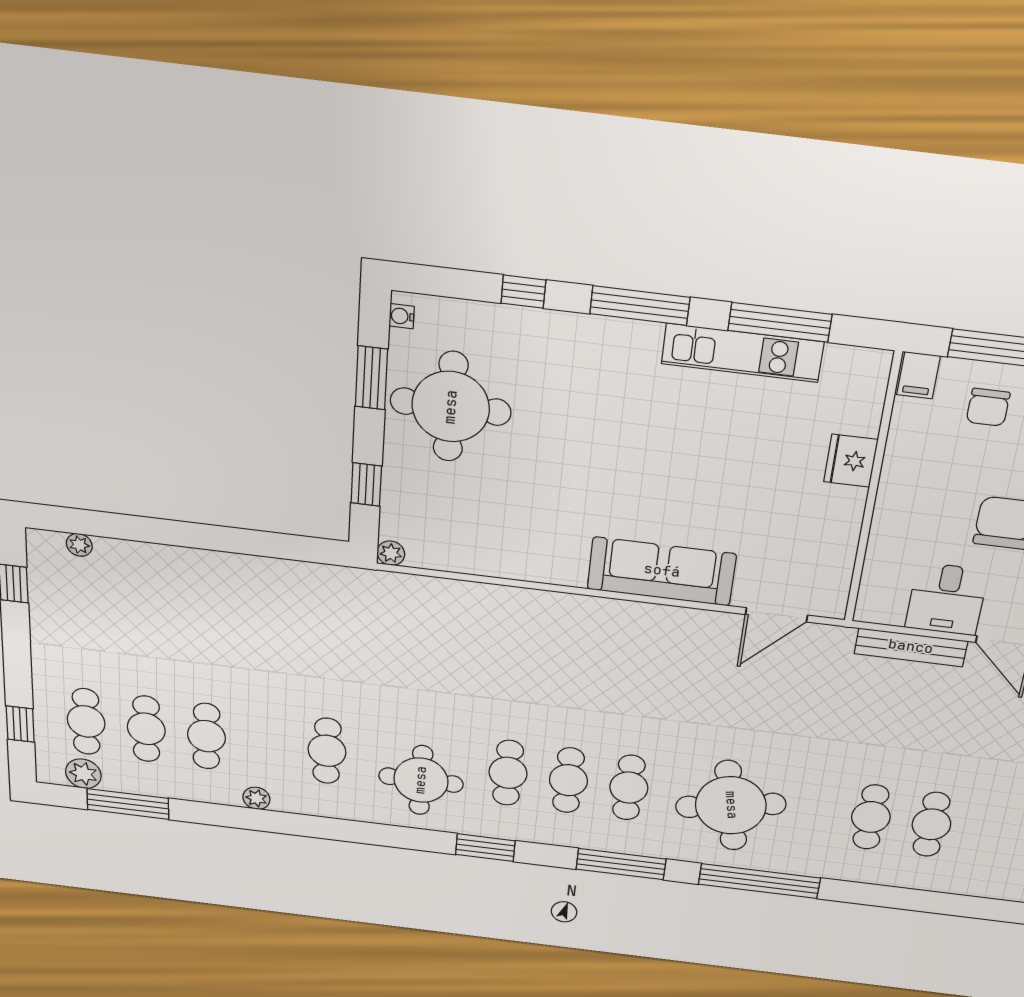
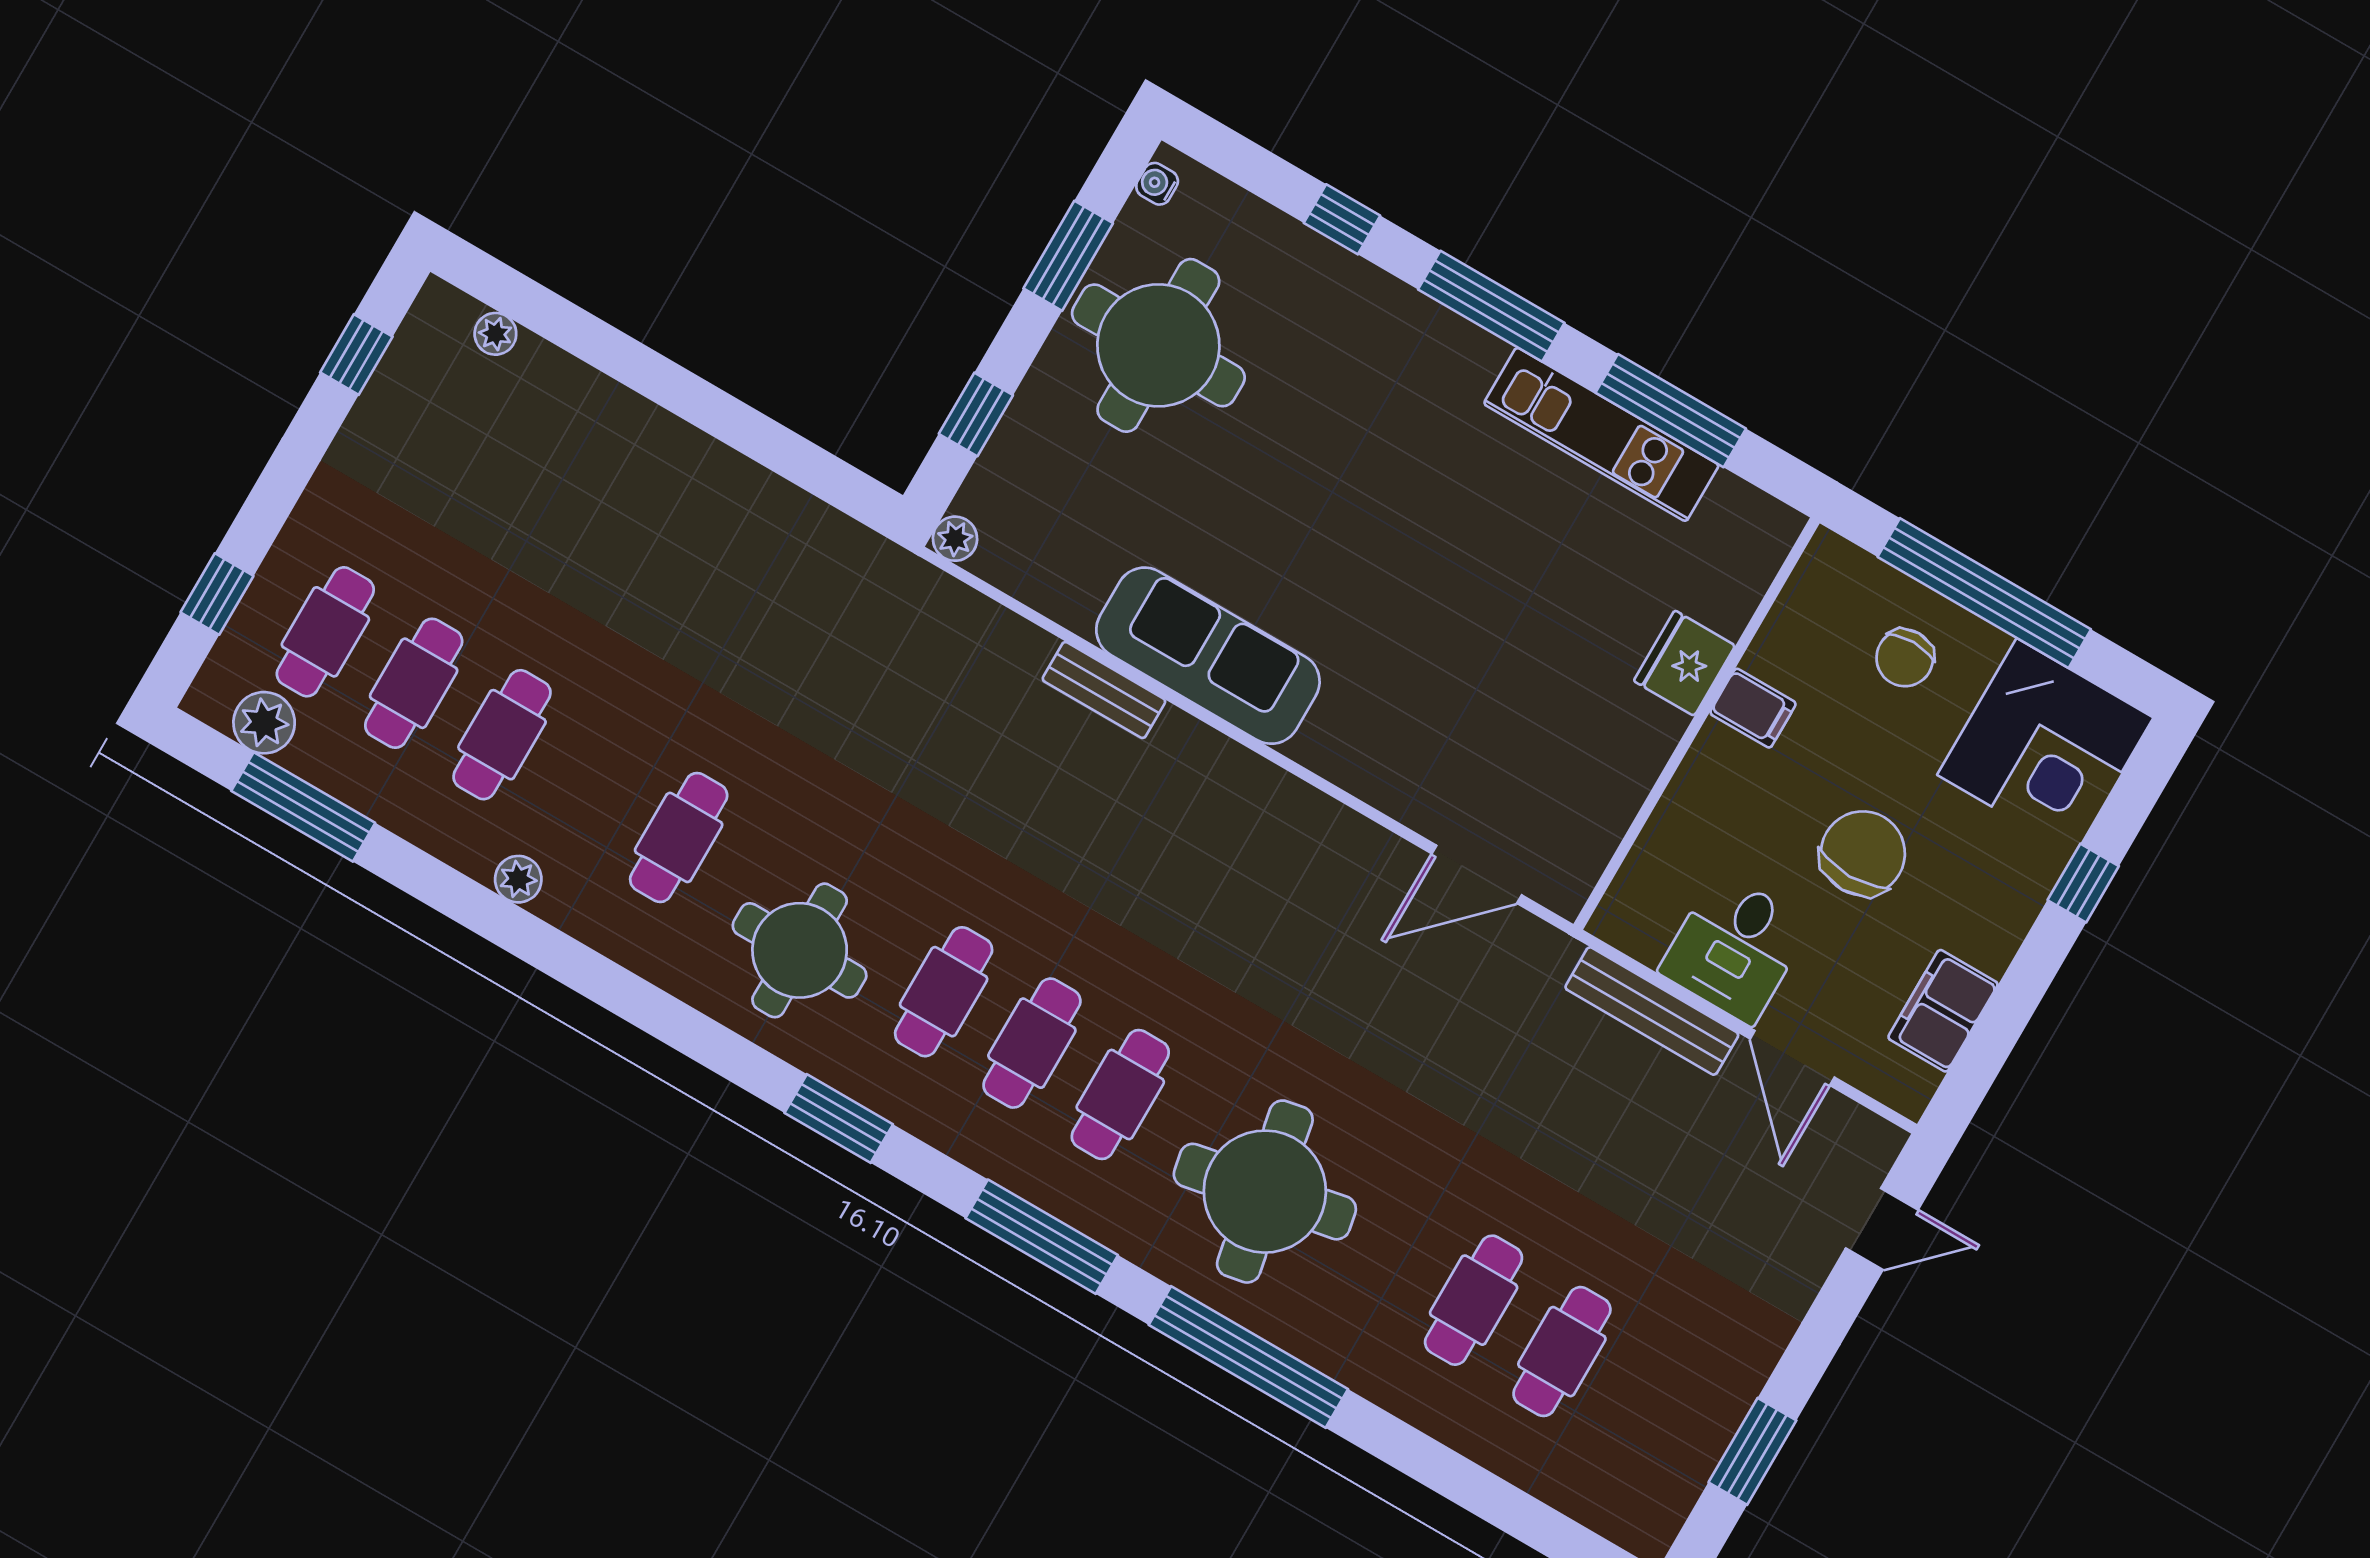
filing cabinet: (918, 375) -> (1753, 708), moved, turned -90
sofa: (662, 571) -> (1208, 656), moved
bench: (516, 599) -> (1104, 690), added

